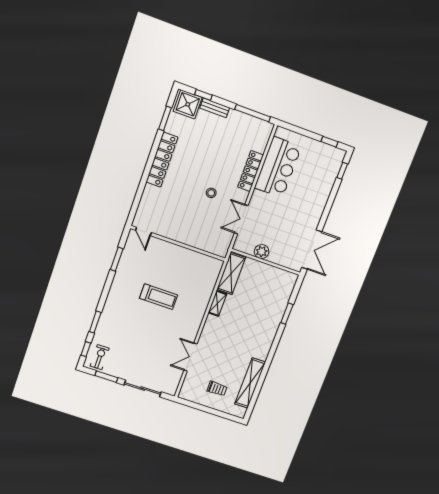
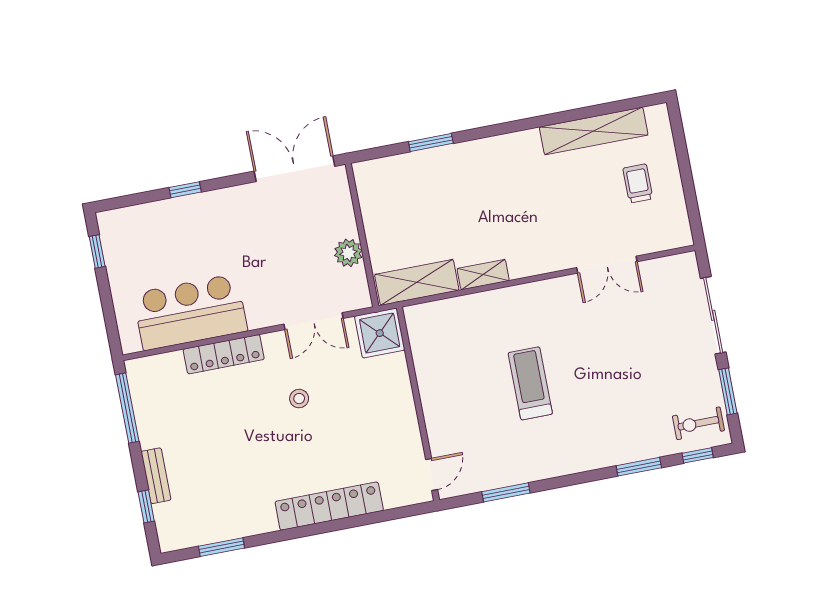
shower: (188, 104) -> (380, 333), moved
locker: (162, 160) -> (329, 506), moved
window: (342, 171) -> (185, 190), moved

